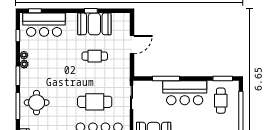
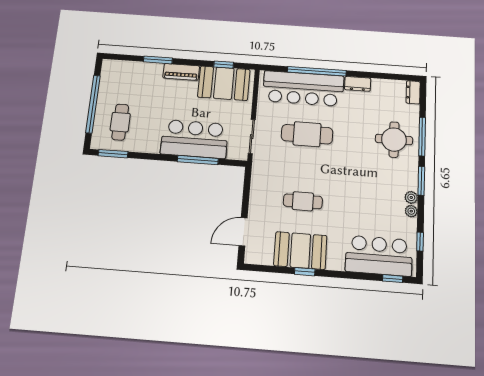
door: (132, 45) -> (243, 232), moved
bar counter: (185, 93) -> (194, 139), moved

